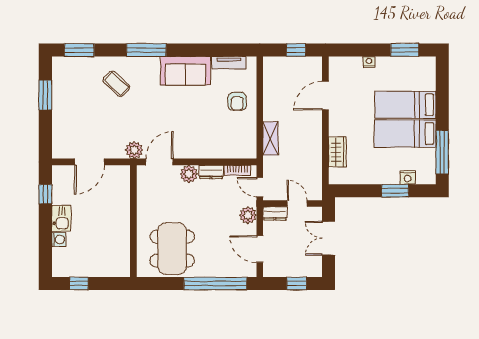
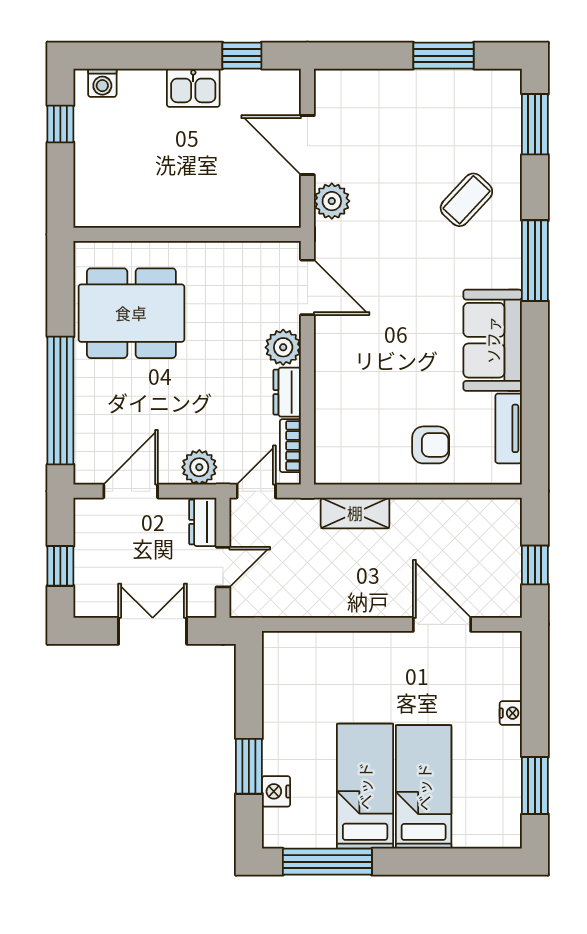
armchair: (237, 101) -> (431, 445), turned 180
plant: (134, 150) -> (332, 201), moved
wardrobe: (337, 152) -> (328, 649), removed
washing machine: (59, 239) -> (102, 83), moved

